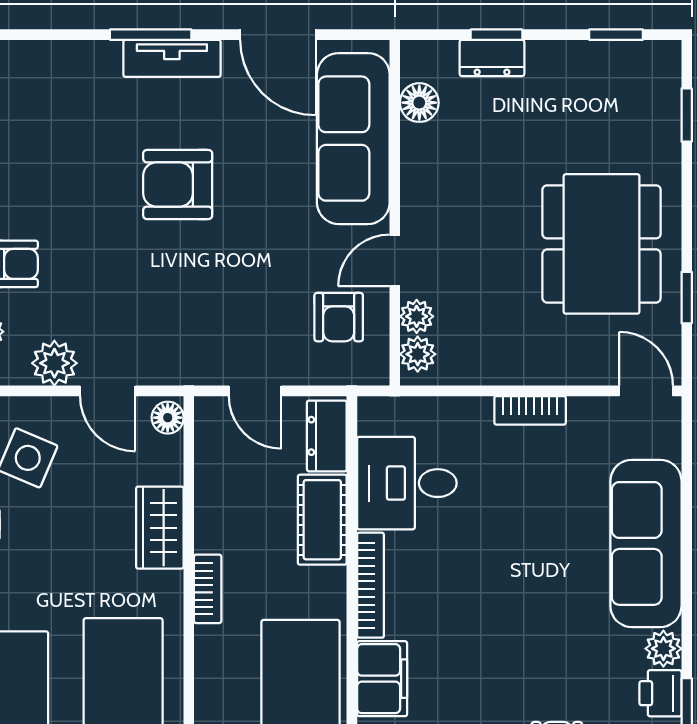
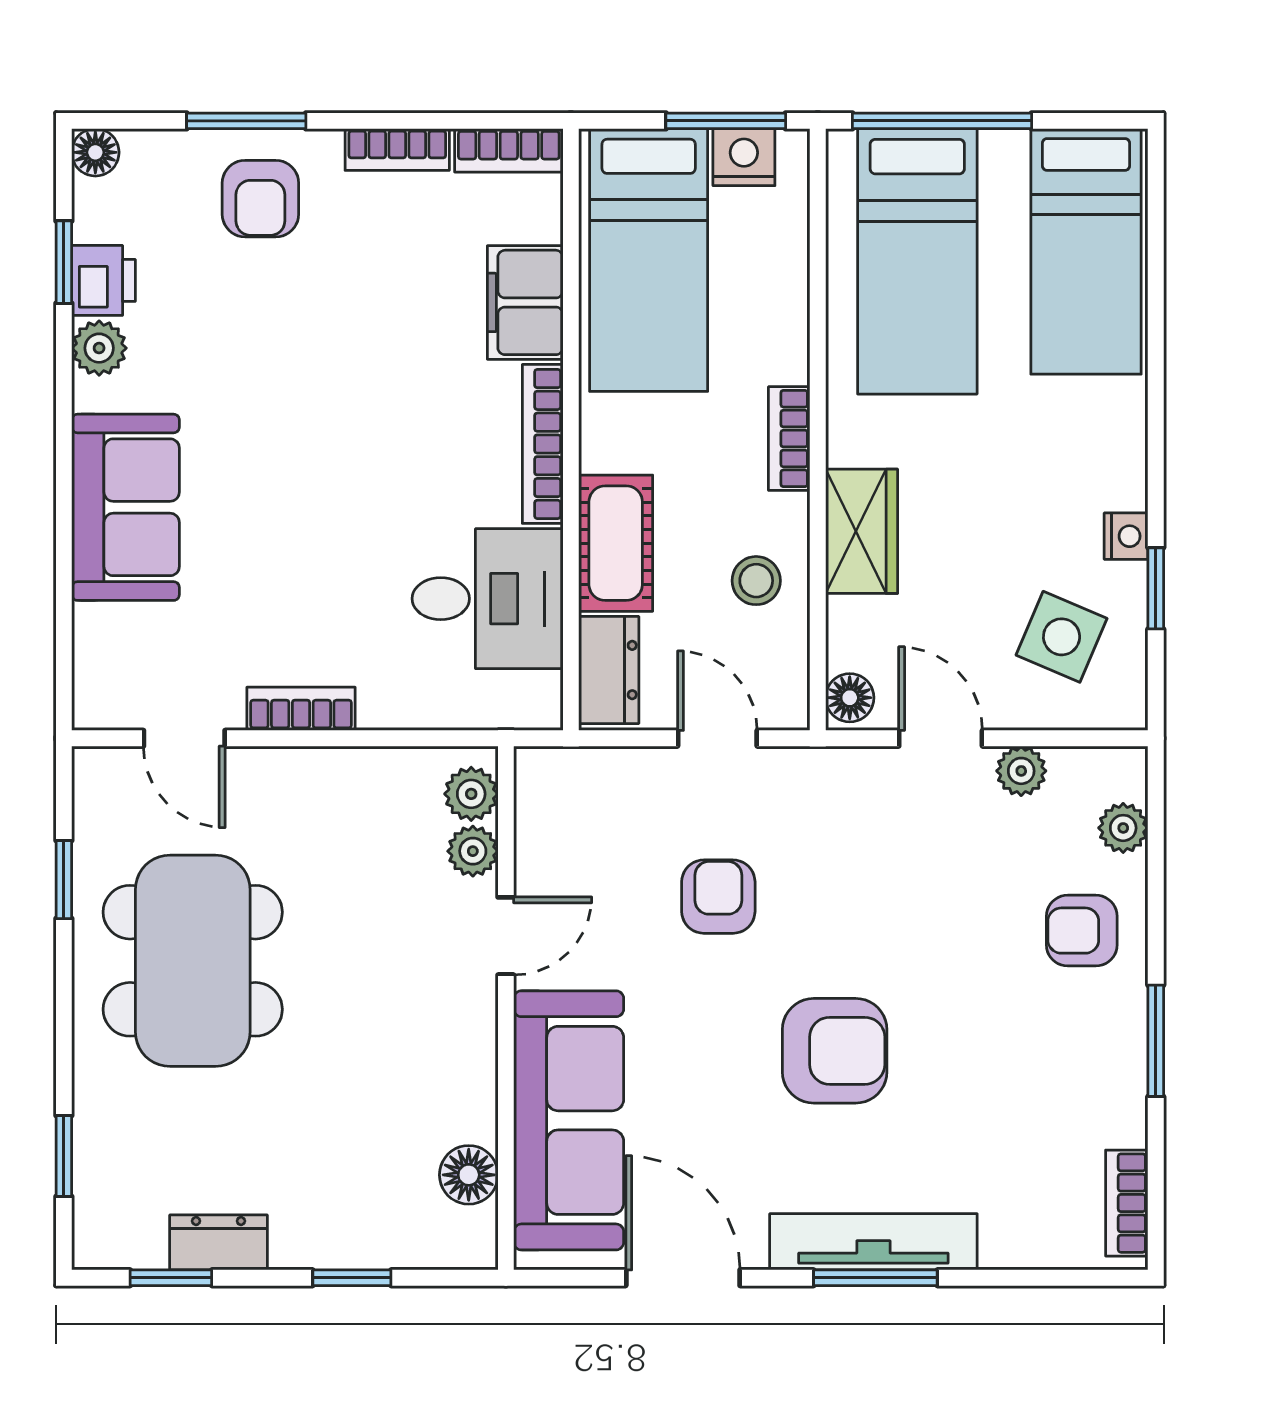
tv unit: (172, 58) -> (873, 1242), width x1.41
dresser: (492, 58) -> (218, 1242), moved
armchair: (339, 317) -> (718, 897), moved
plant: (54, 363) -> (1021, 771), width x0.73, depth x0.73
door: (646, 391) -> (184, 738), moved
stool: (229, 495) -> (756, 581), added
sofa: (646, 543) -> (126, 507), width x0.73

